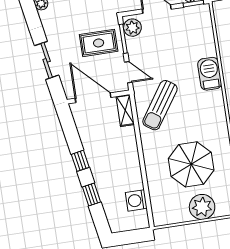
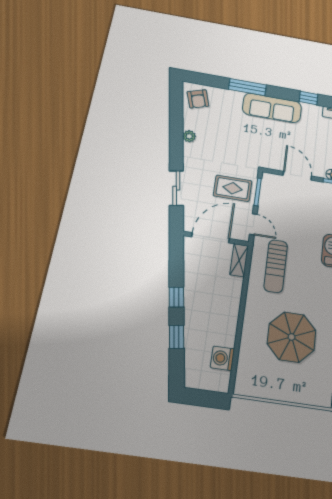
plant: (132, 28) -> (269, 185), removed
door: (93, 98) -> (211, 238), hinge flipped
sun lounger: (160, 105) -> (276, 266), turned -34
plant: (202, 207) -> (291, 388), removed

